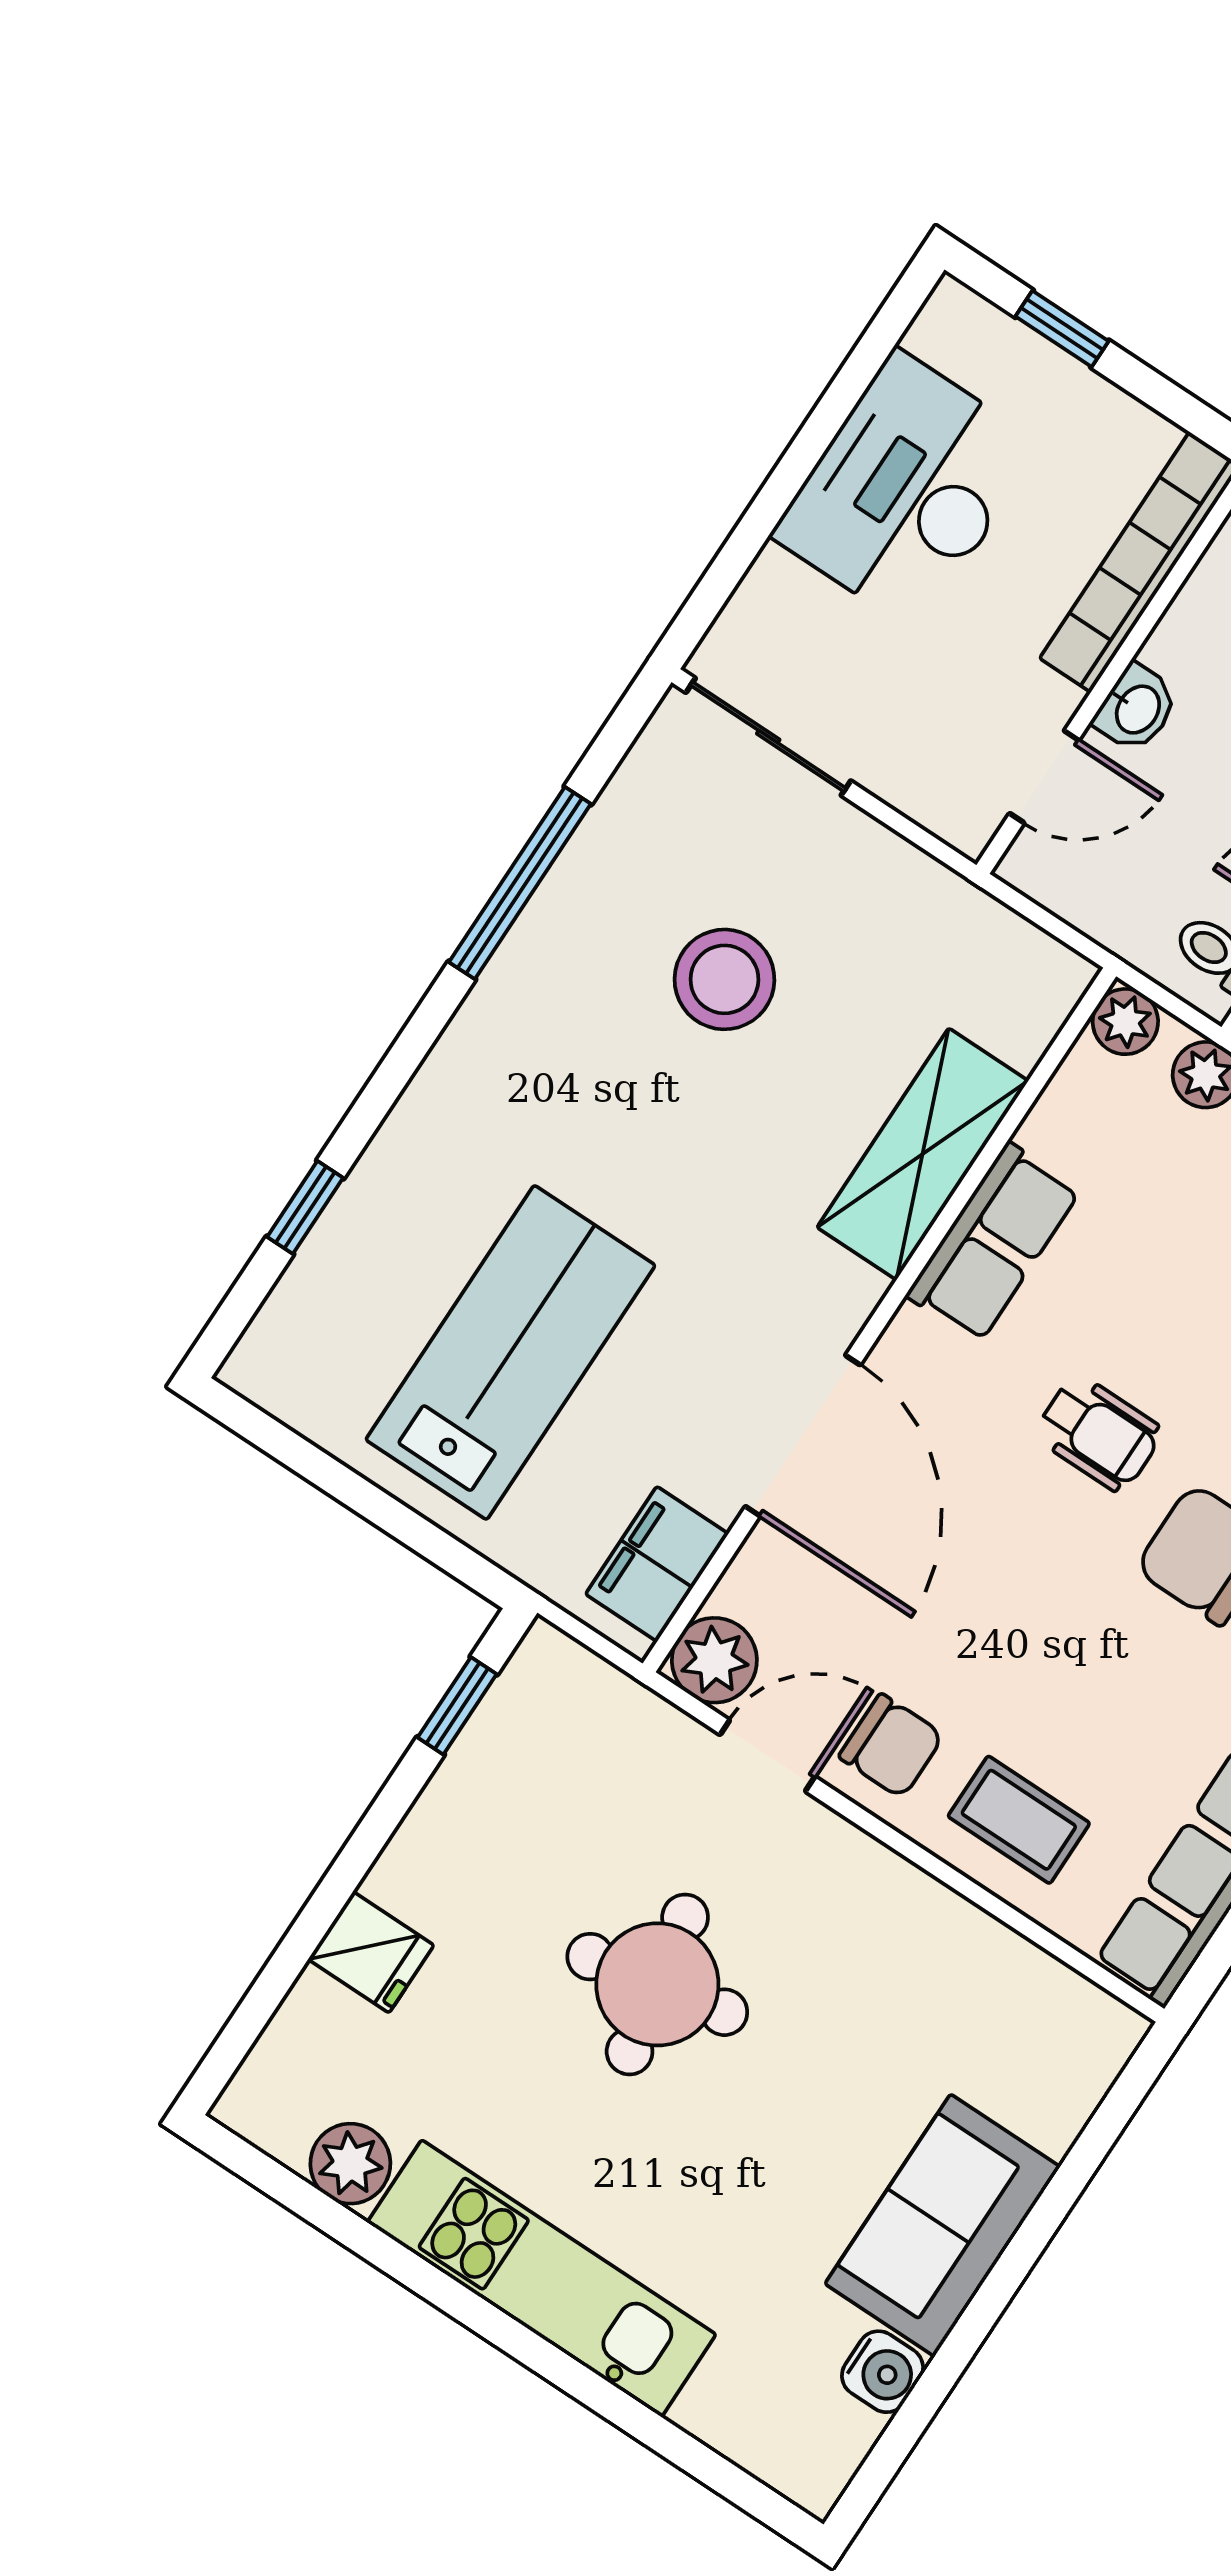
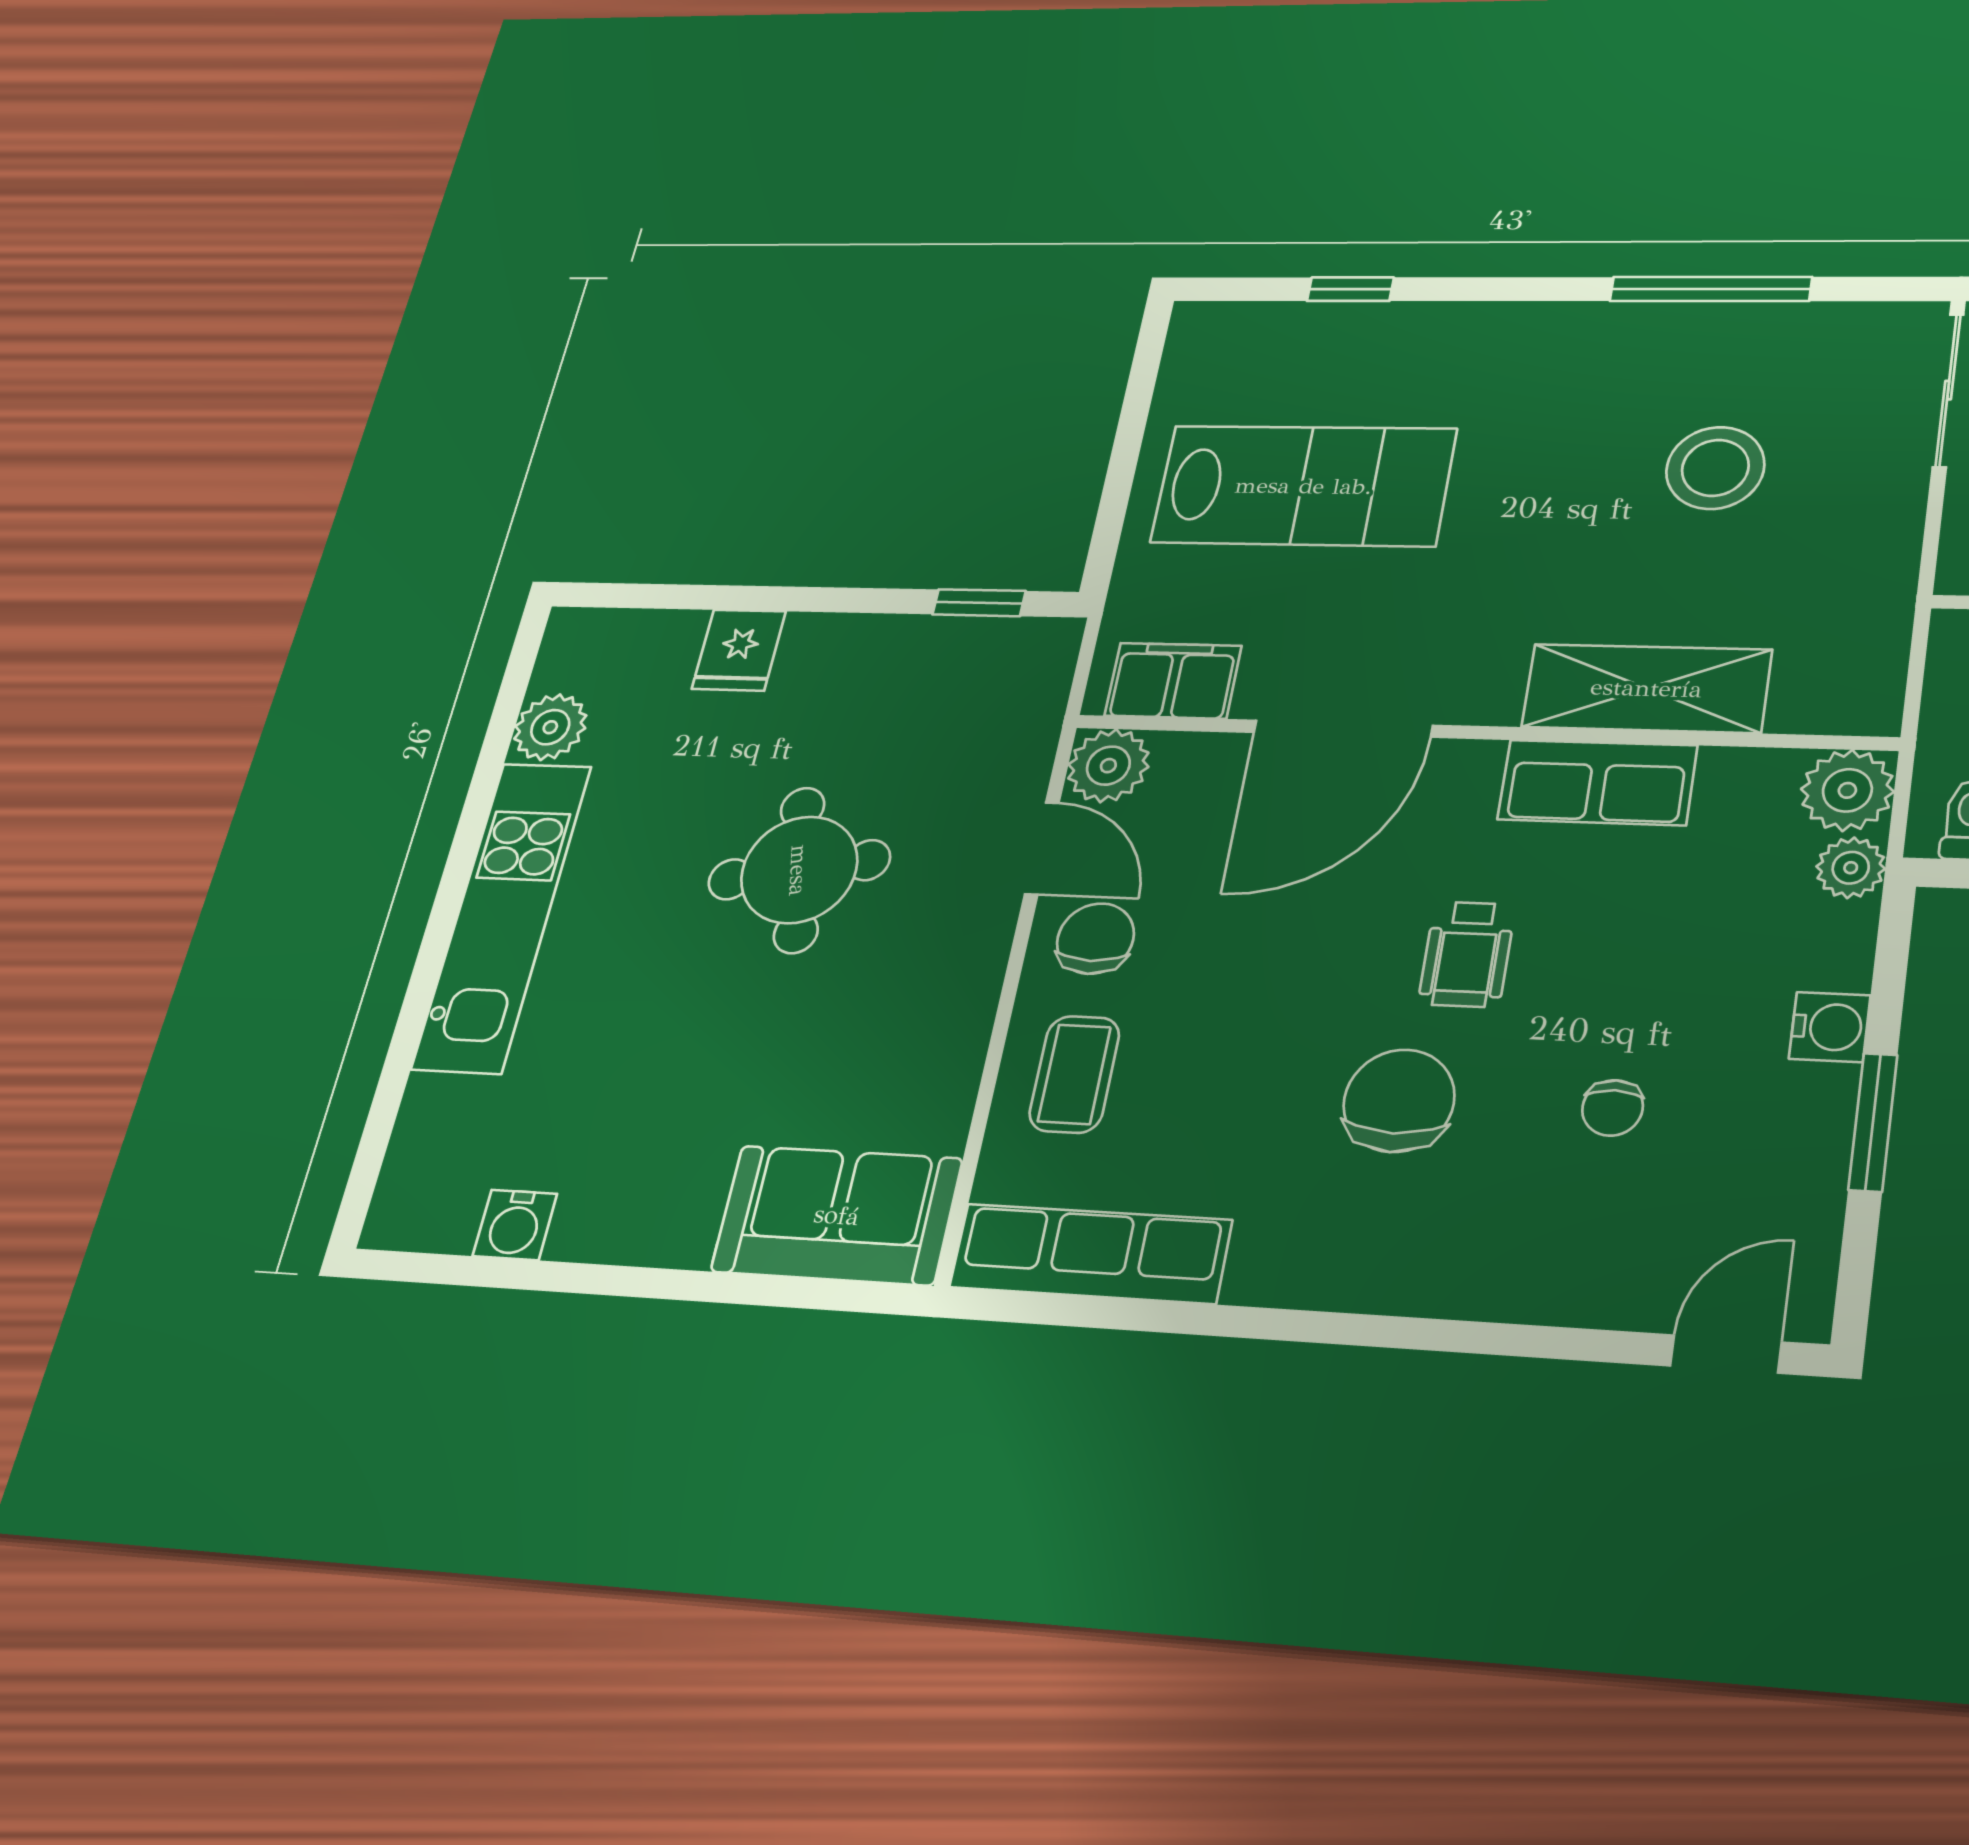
plant: (1125, 1022) -> (1847, 790), width x1.38, depth x1.38
chair: (891, 1746) -> (1095, 939), turned 180
sofa: (943, 2225) -> (837, 1215), moved

